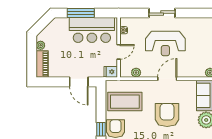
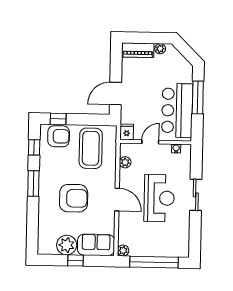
reception desk: (165, 43) -> (159, 198), turned 180
door: (119, 52) -> (150, 142), swing flipped

